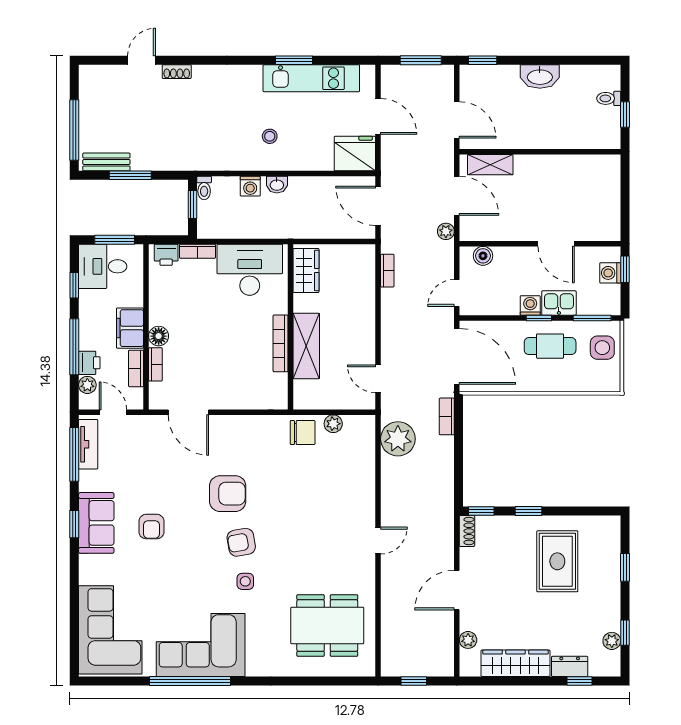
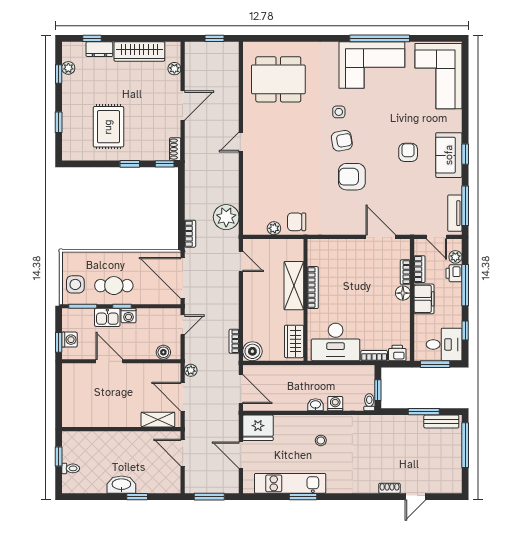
window: (483, 60) -> (137, 497), moved
boiler: (362, 257) -> (252, 351), added

